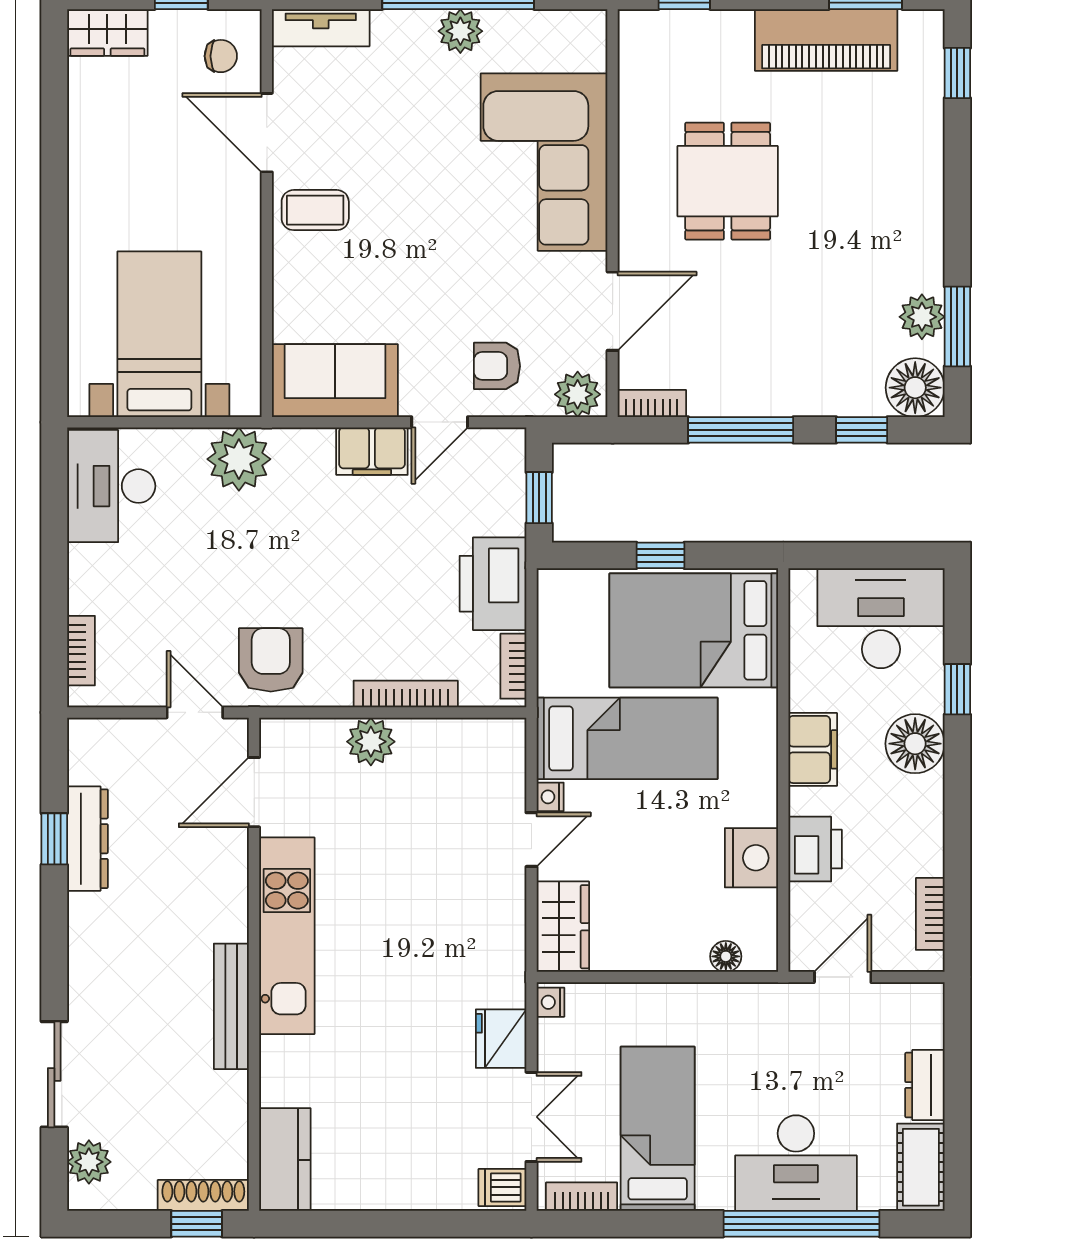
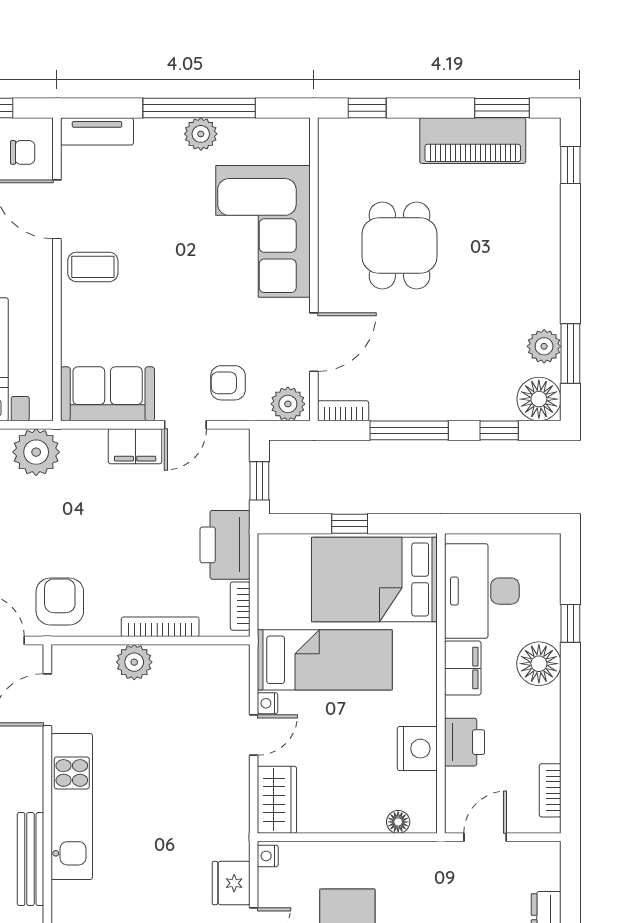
desk: (881, 618) -> (482, 591), moved, turned -90

